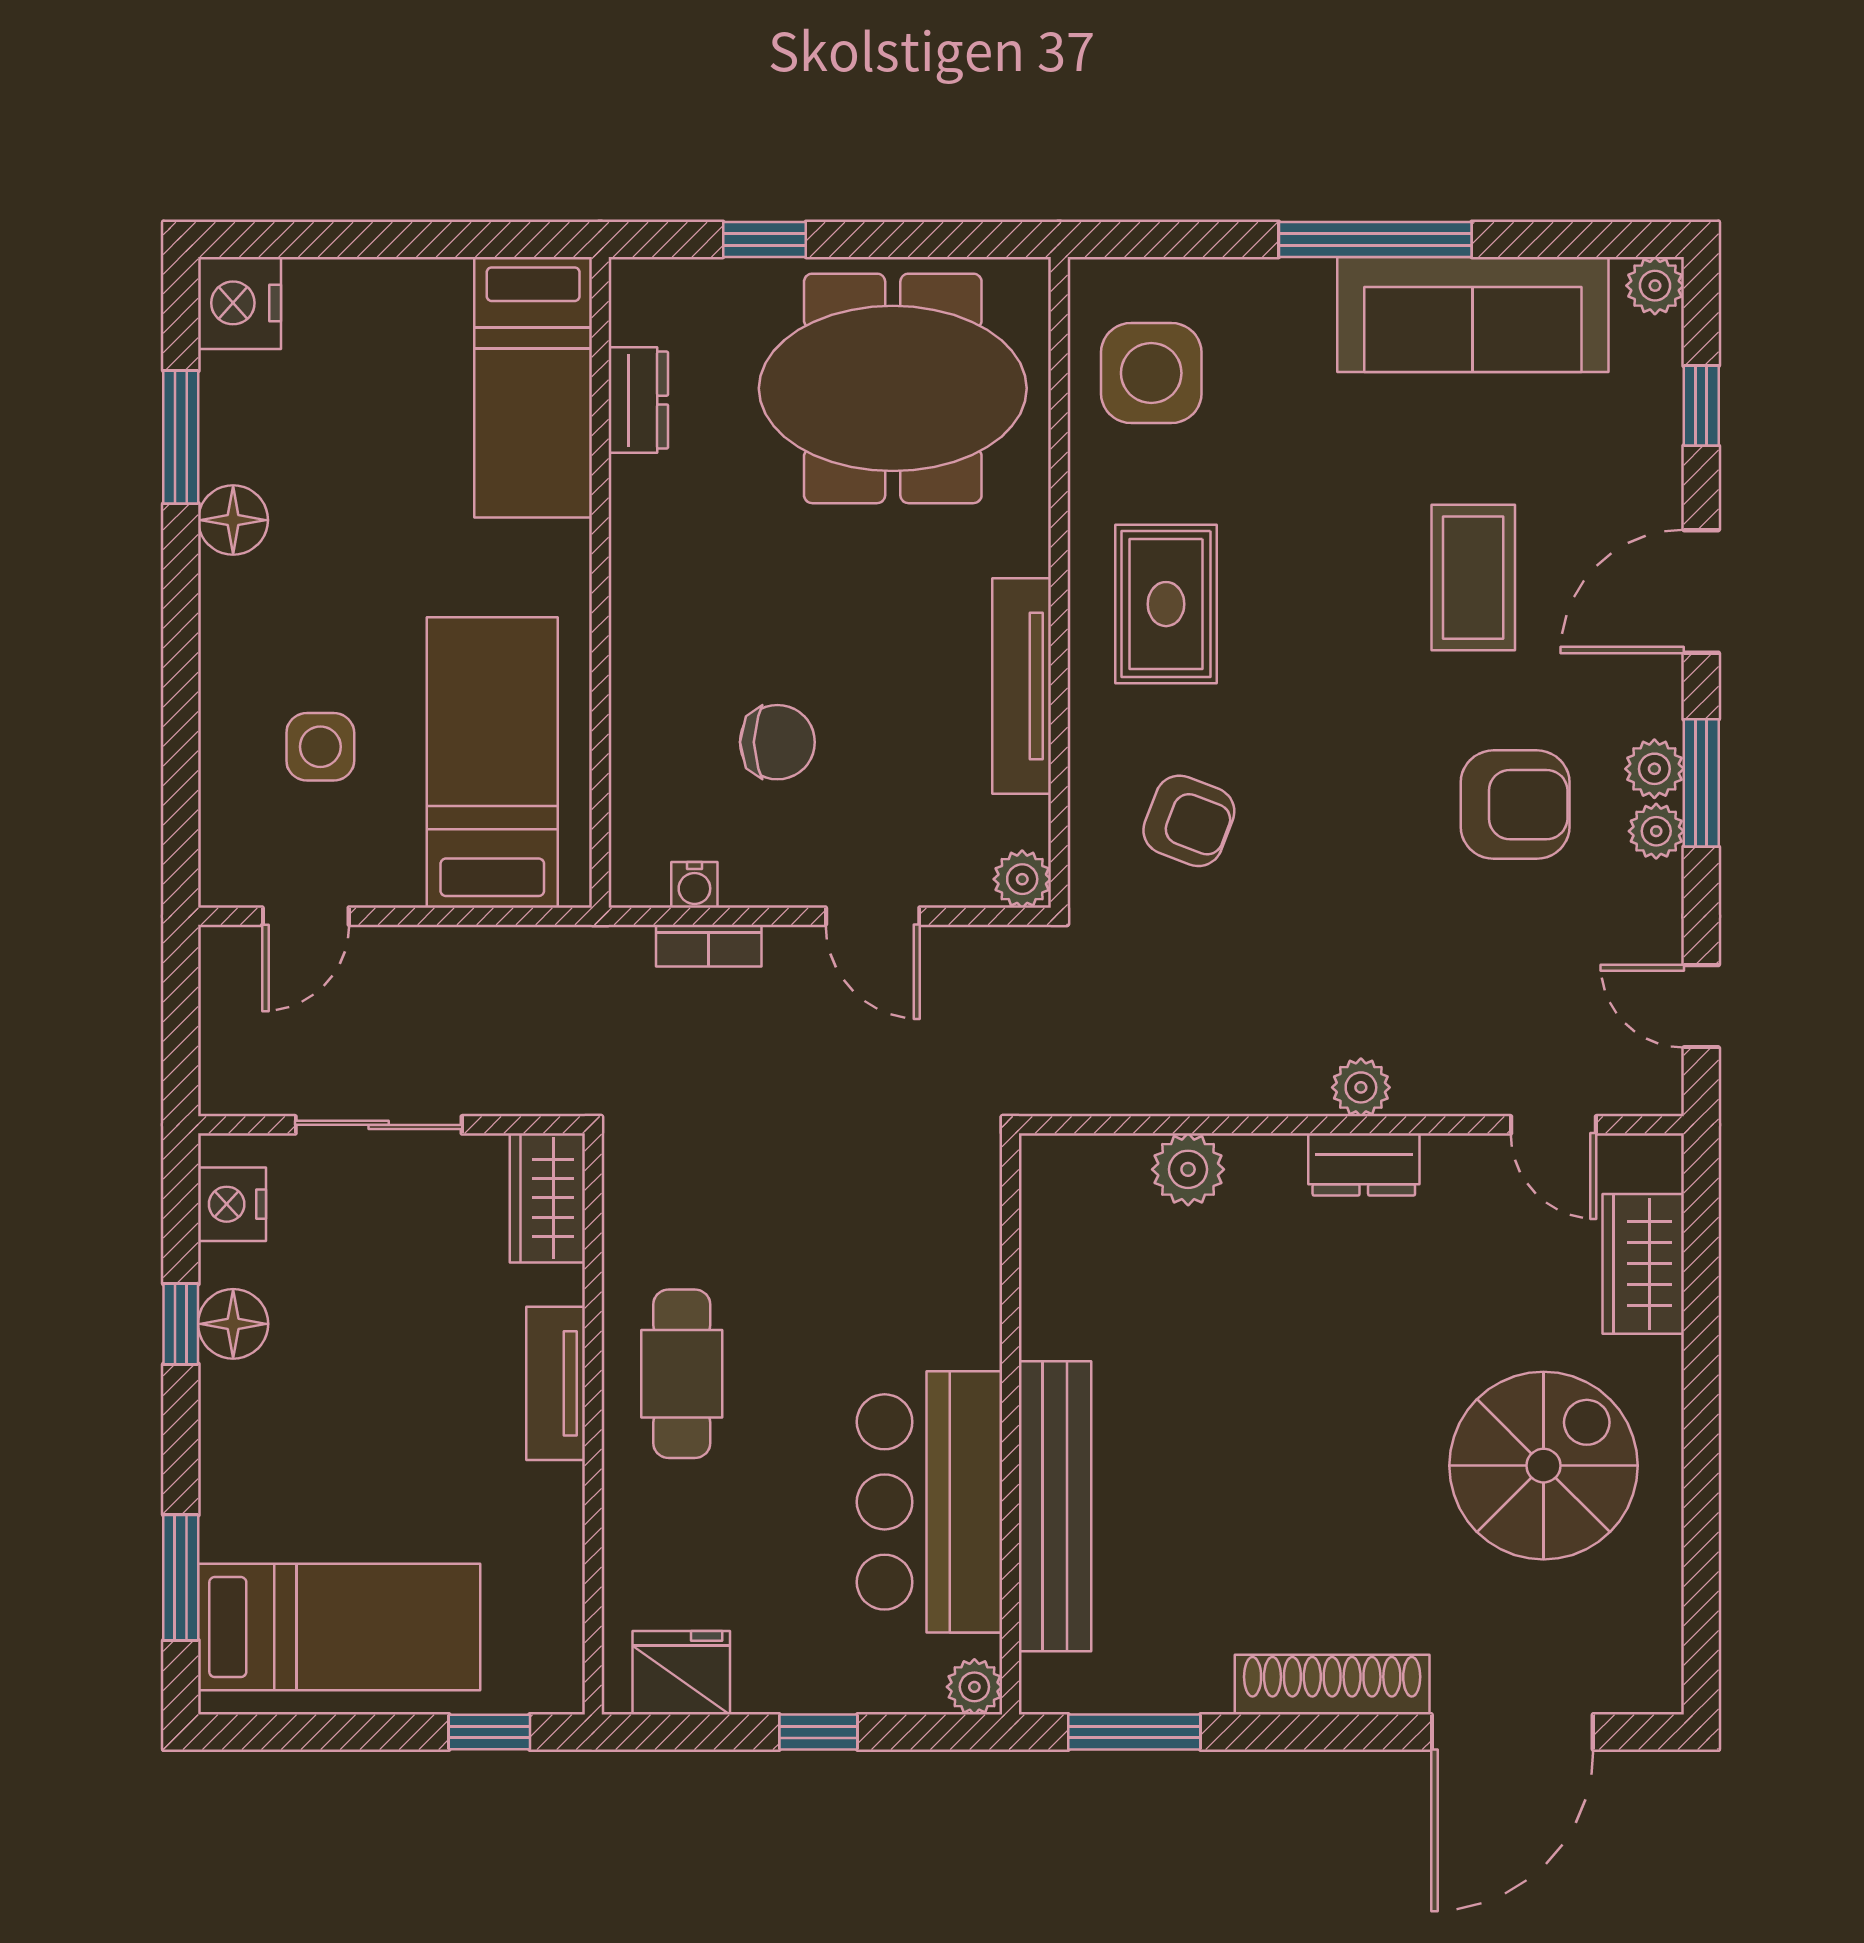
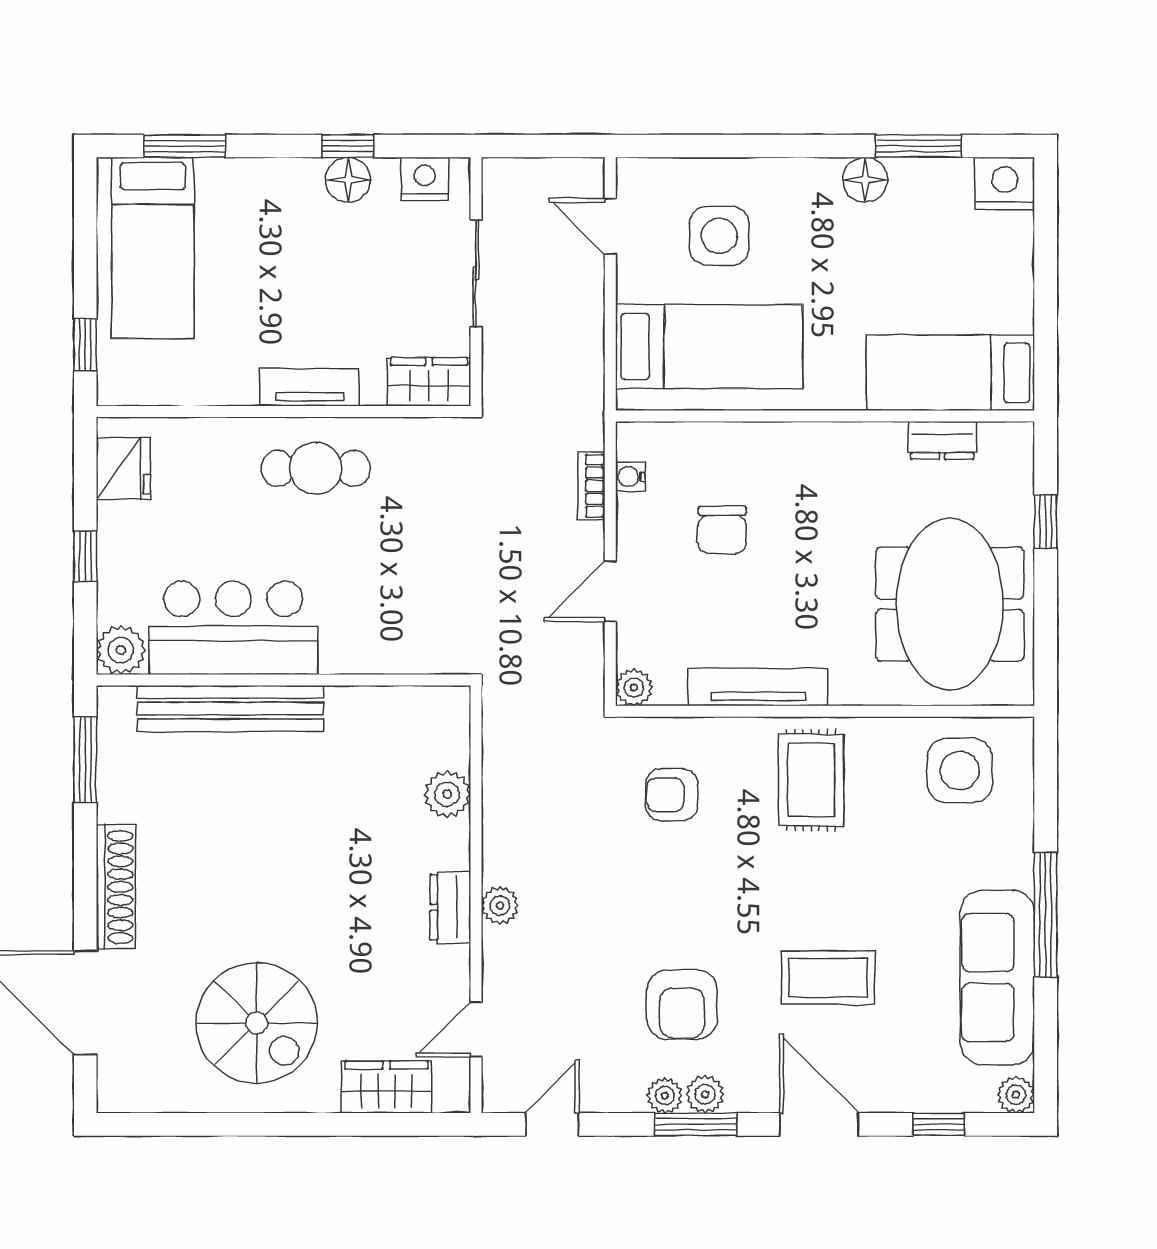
rug: (1166, 604) -> (811, 780), turned 90
side table: (320, 747) -> (719, 236), width x1.37, depth x1.37
armchair: (1189, 821) -> (672, 795), turned 69
plant: (974, 1687) -> (121, 650), width x1.38, depth x1.38

